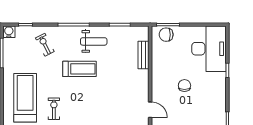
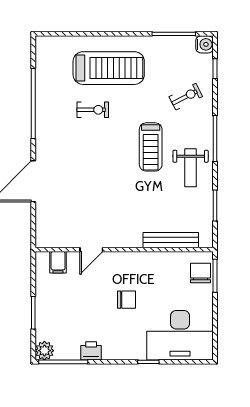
bench: (144, 55) -> (171, 240), width x1.36
printer: (220, 110) -> (91, 351), added

